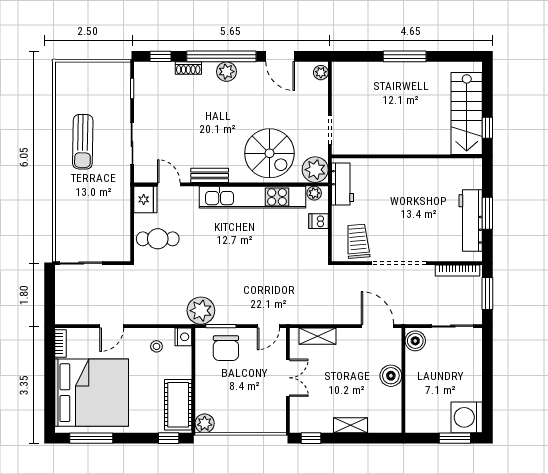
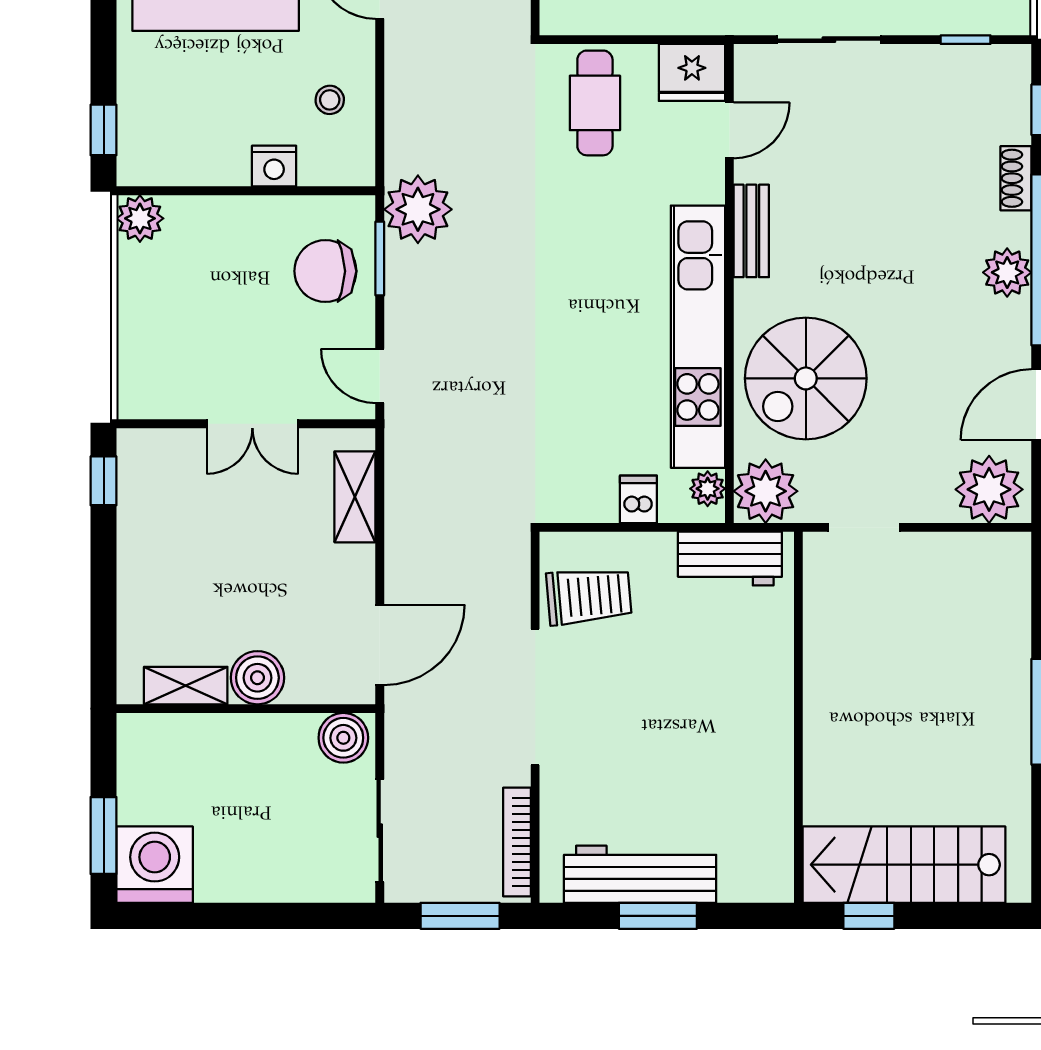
plant: (321, 73) -> (989, 489), width x1.88, depth x1.88
nightstand: (183, 337) -> (274, 166), moved
cot: (178, 405) -> (186, 153), removed
shelving: (350, 425) -> (186, 686), moved, turned 90

